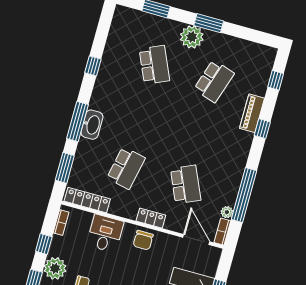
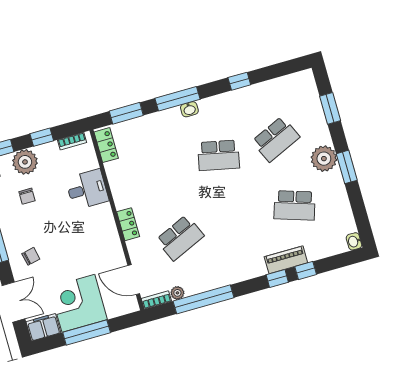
washbasin: (269, 52) -> (354, 241), added
window: (276, 80) -> (306, 270), moved
washbasin: (92, 125) -> (189, 109), width x0.52, depth x0.69
school desk: (126, 168) -> (219, 155), moved
locker: (87, 200) -> (106, 145), width x0.66
chair: (143, 240) -> (103, 229), removed
door: (196, 240) -> (134, 280), swing flipped

